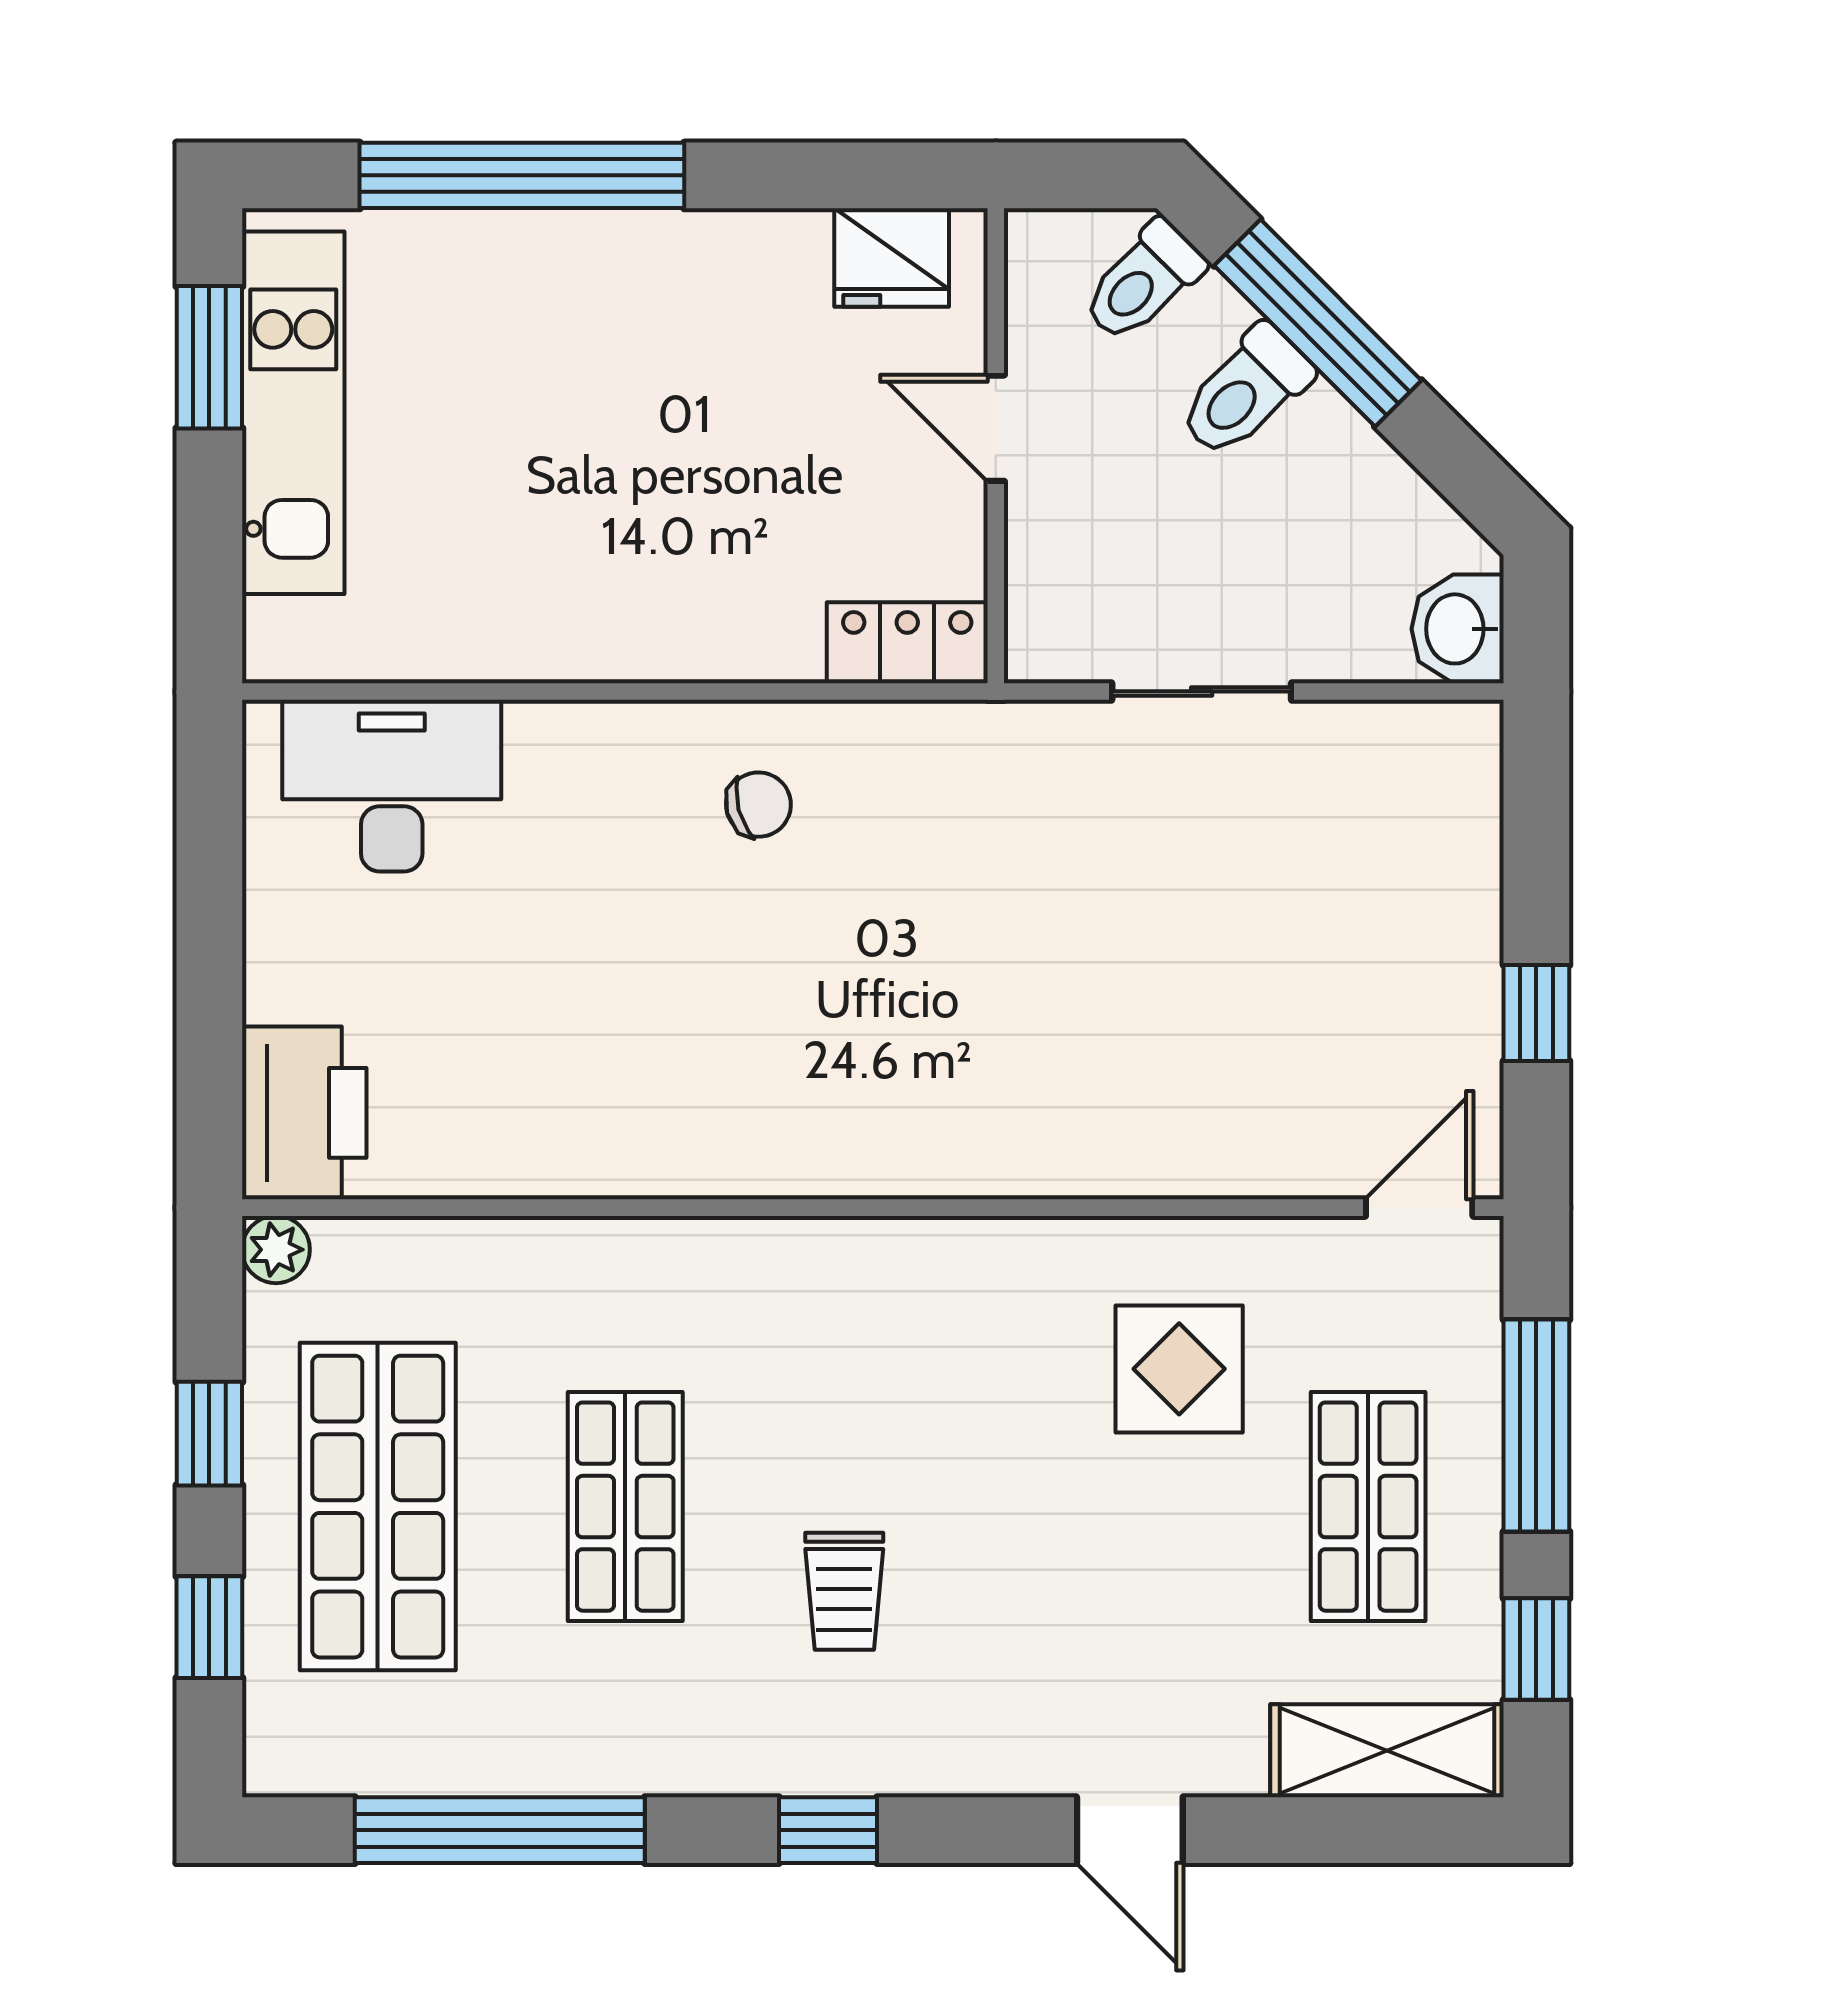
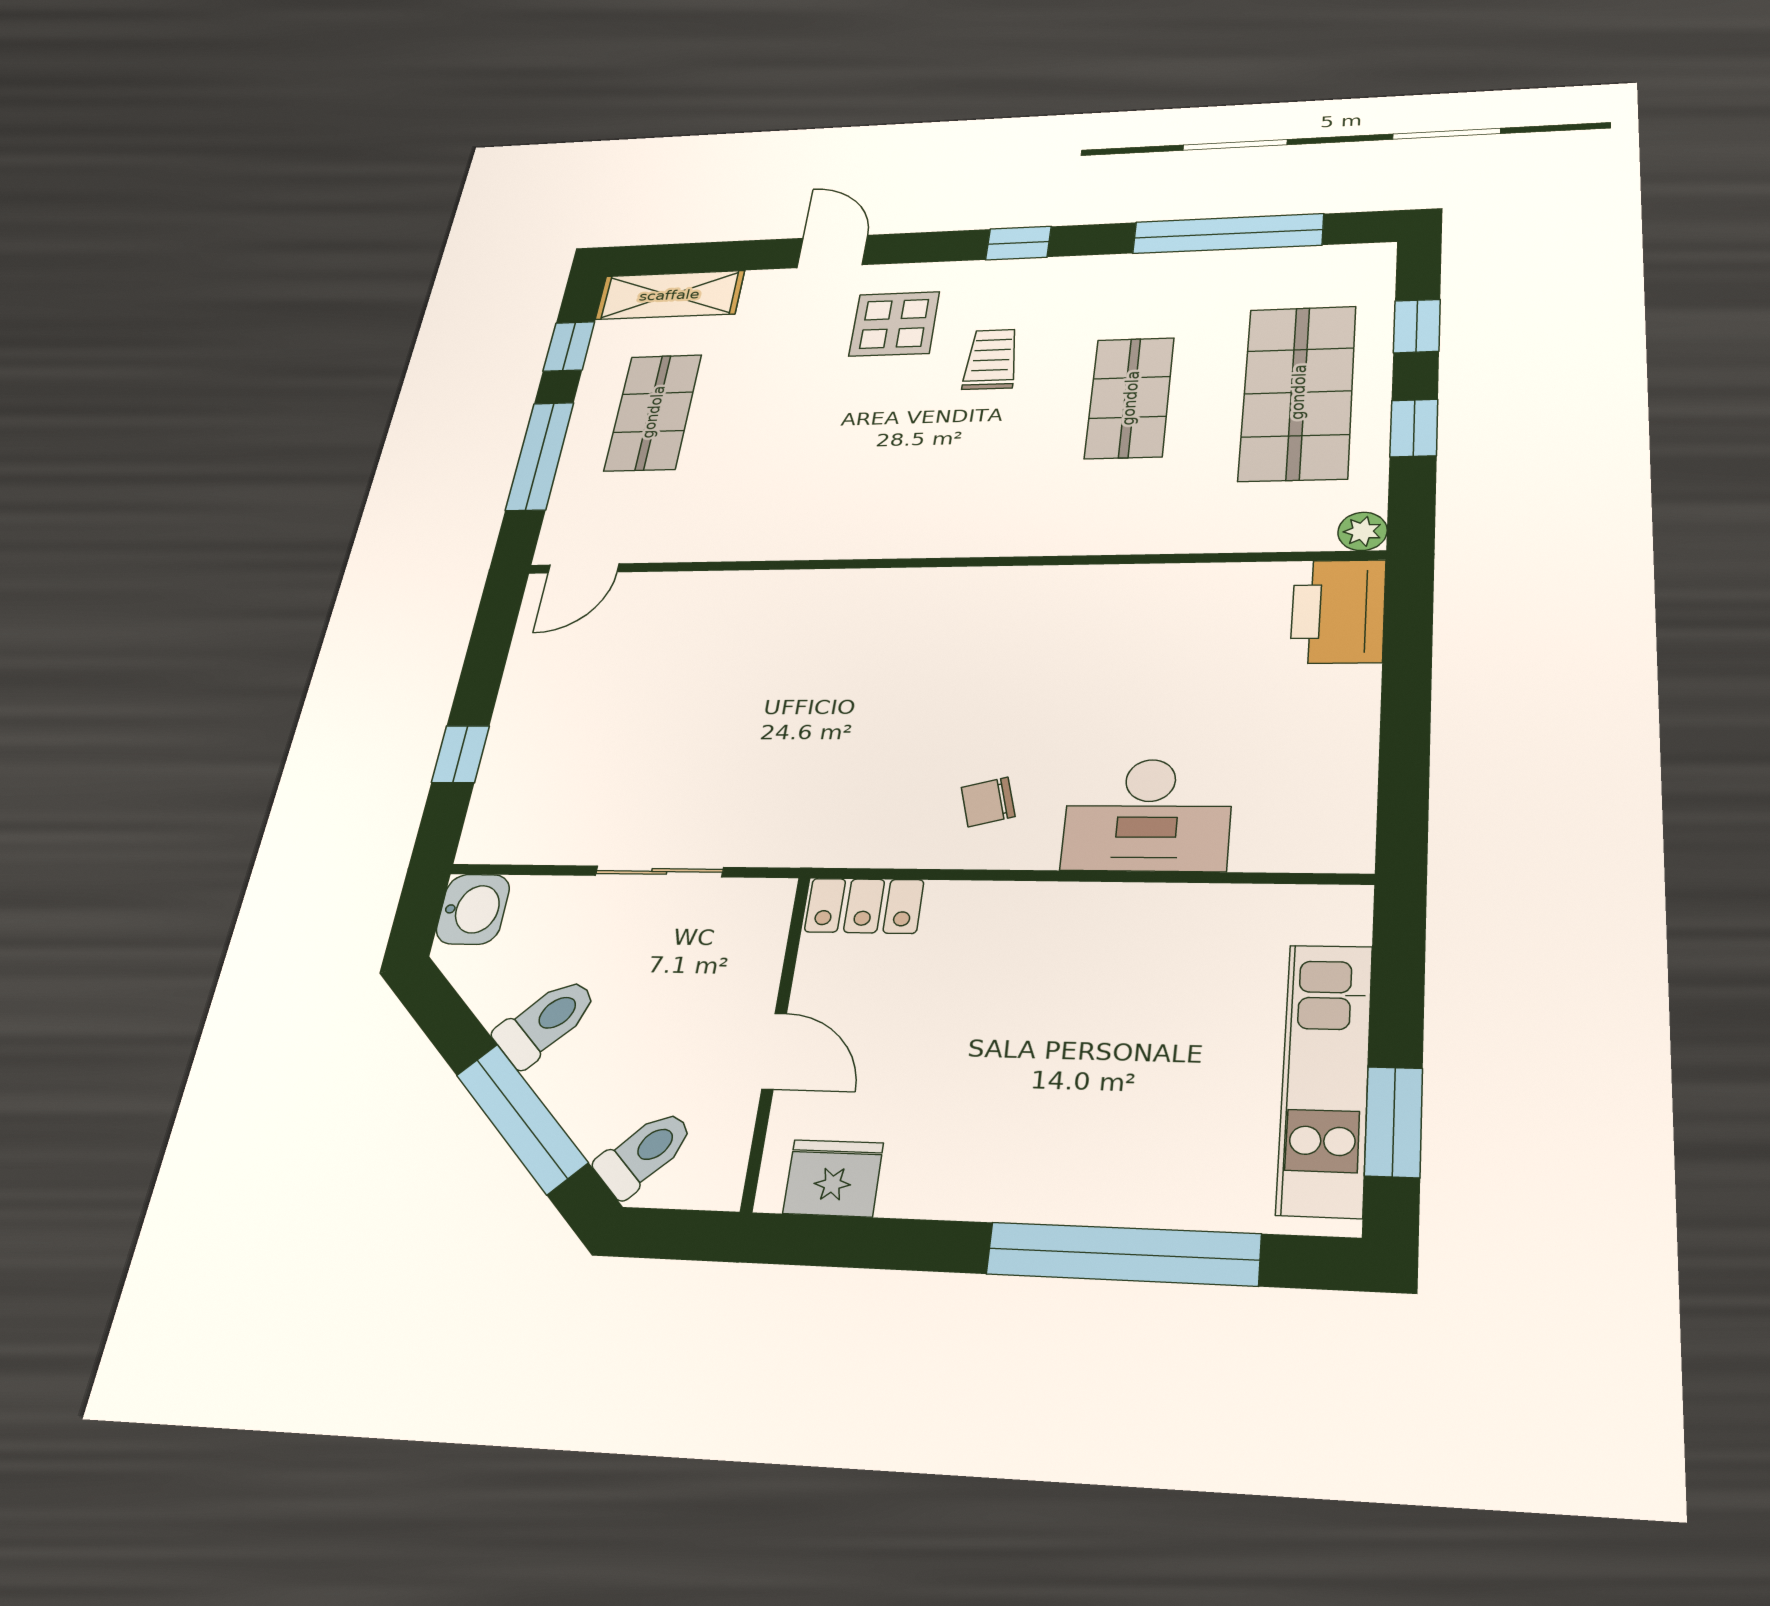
toilet: (1245, 392) -> (546, 1022), moved
desk: (392, 786) -> (1148, 815), moved
window: (1536, 1013) -> (460, 754), moved
display table: (1179, 1369) -> (894, 324), moved

